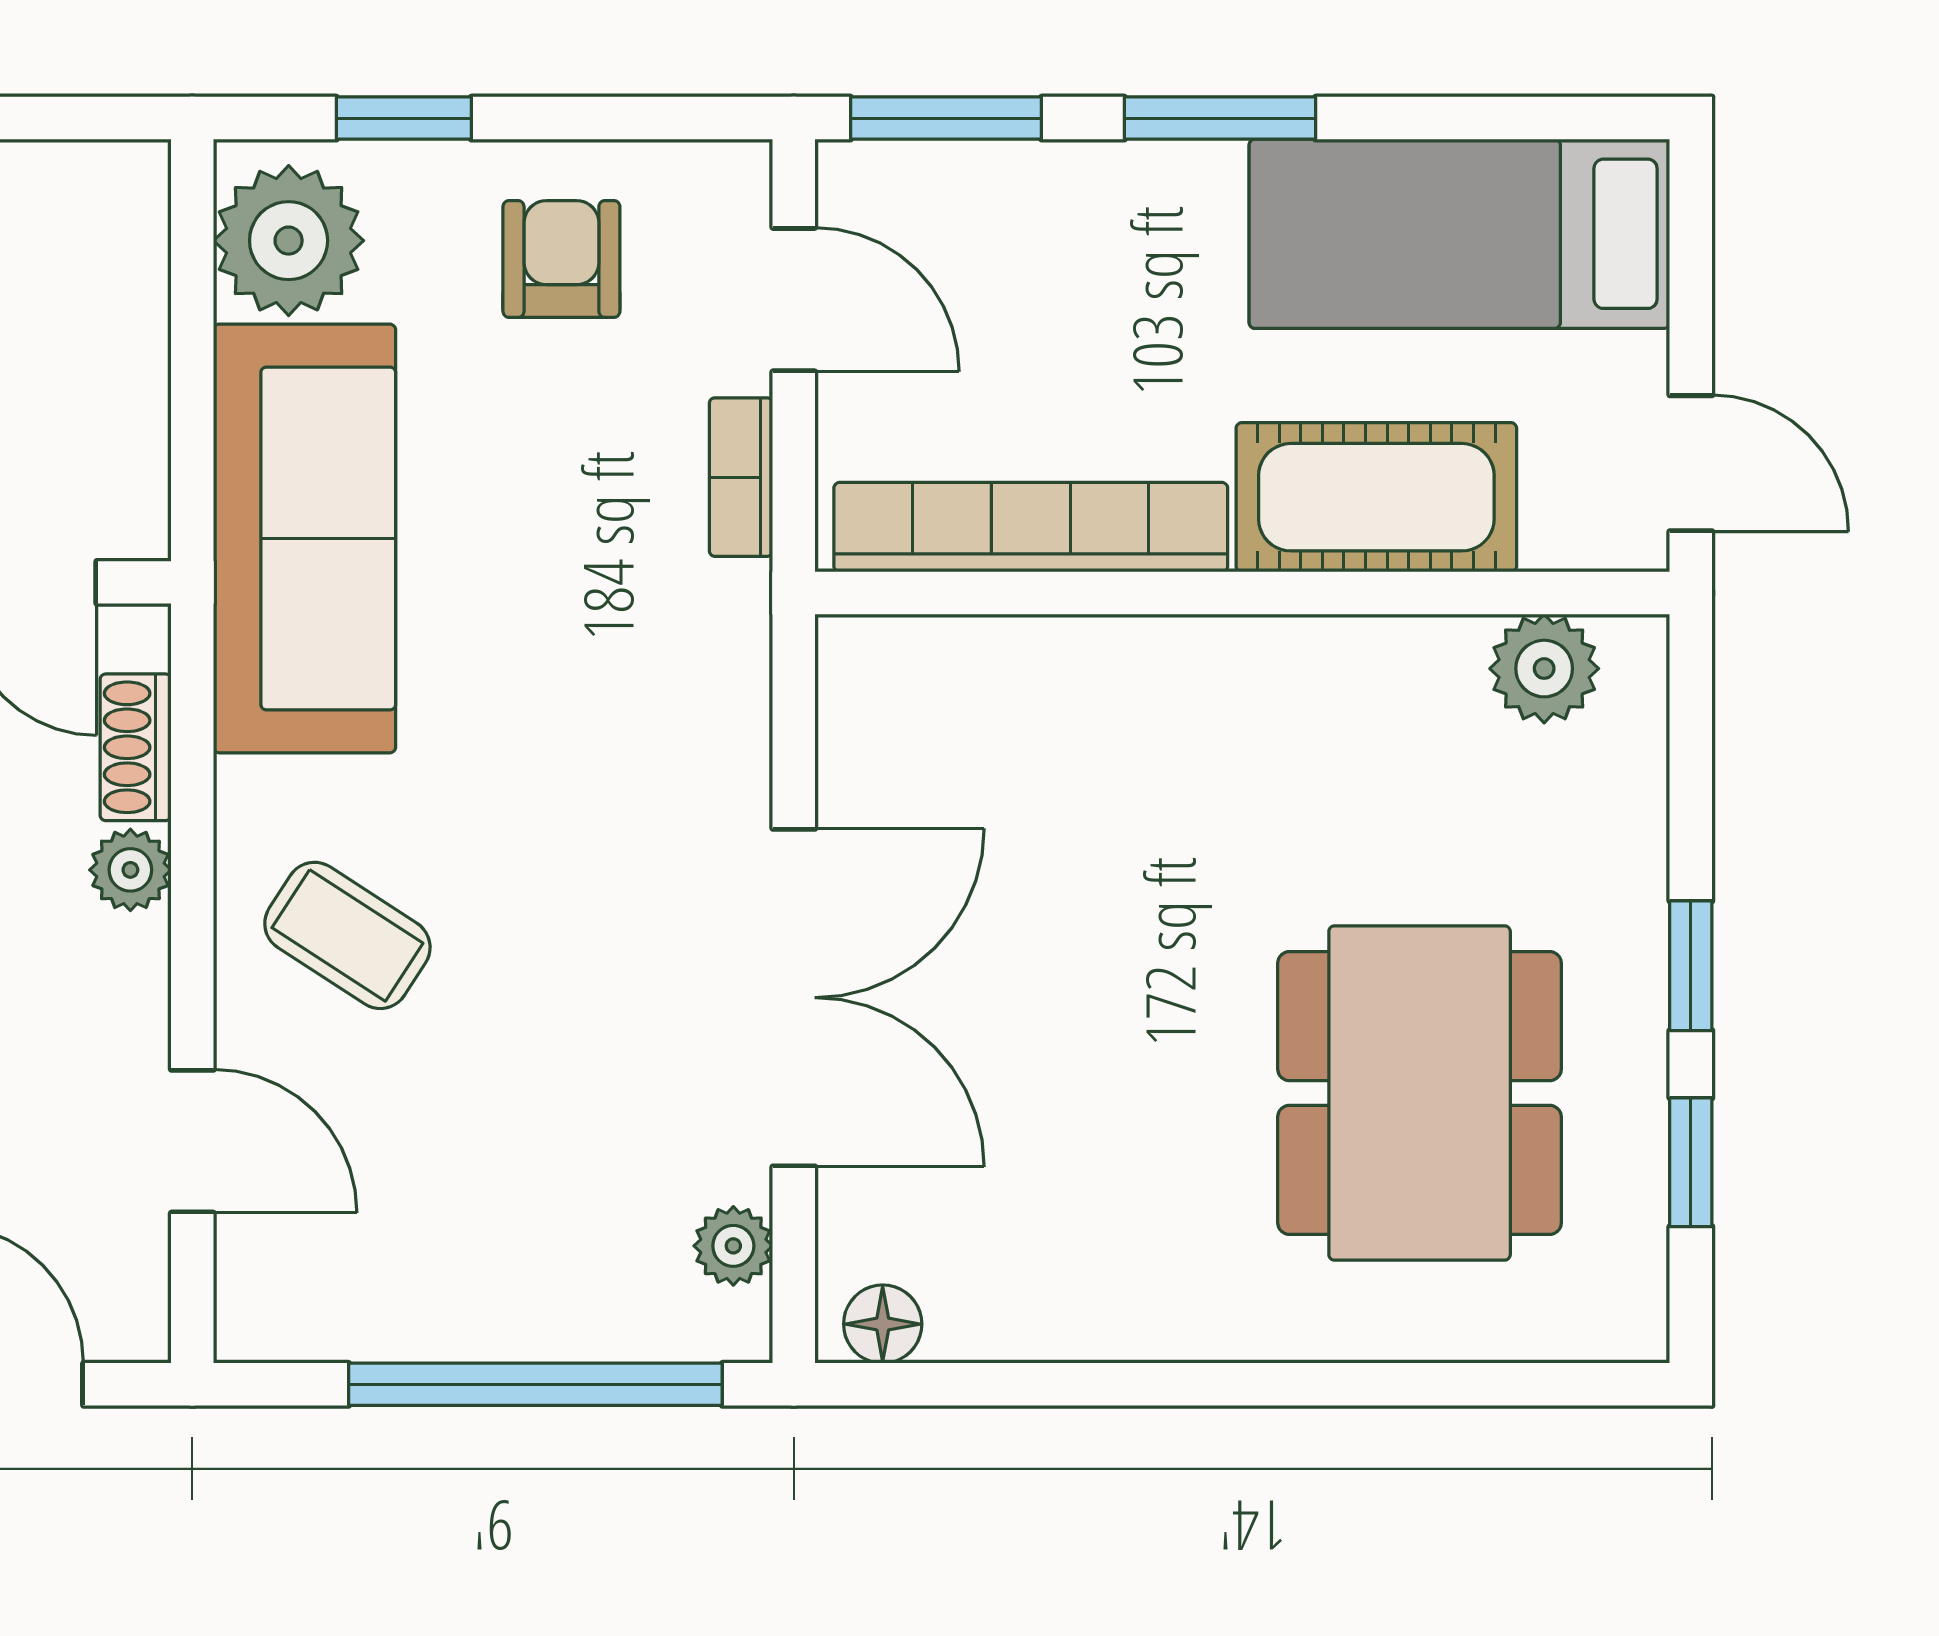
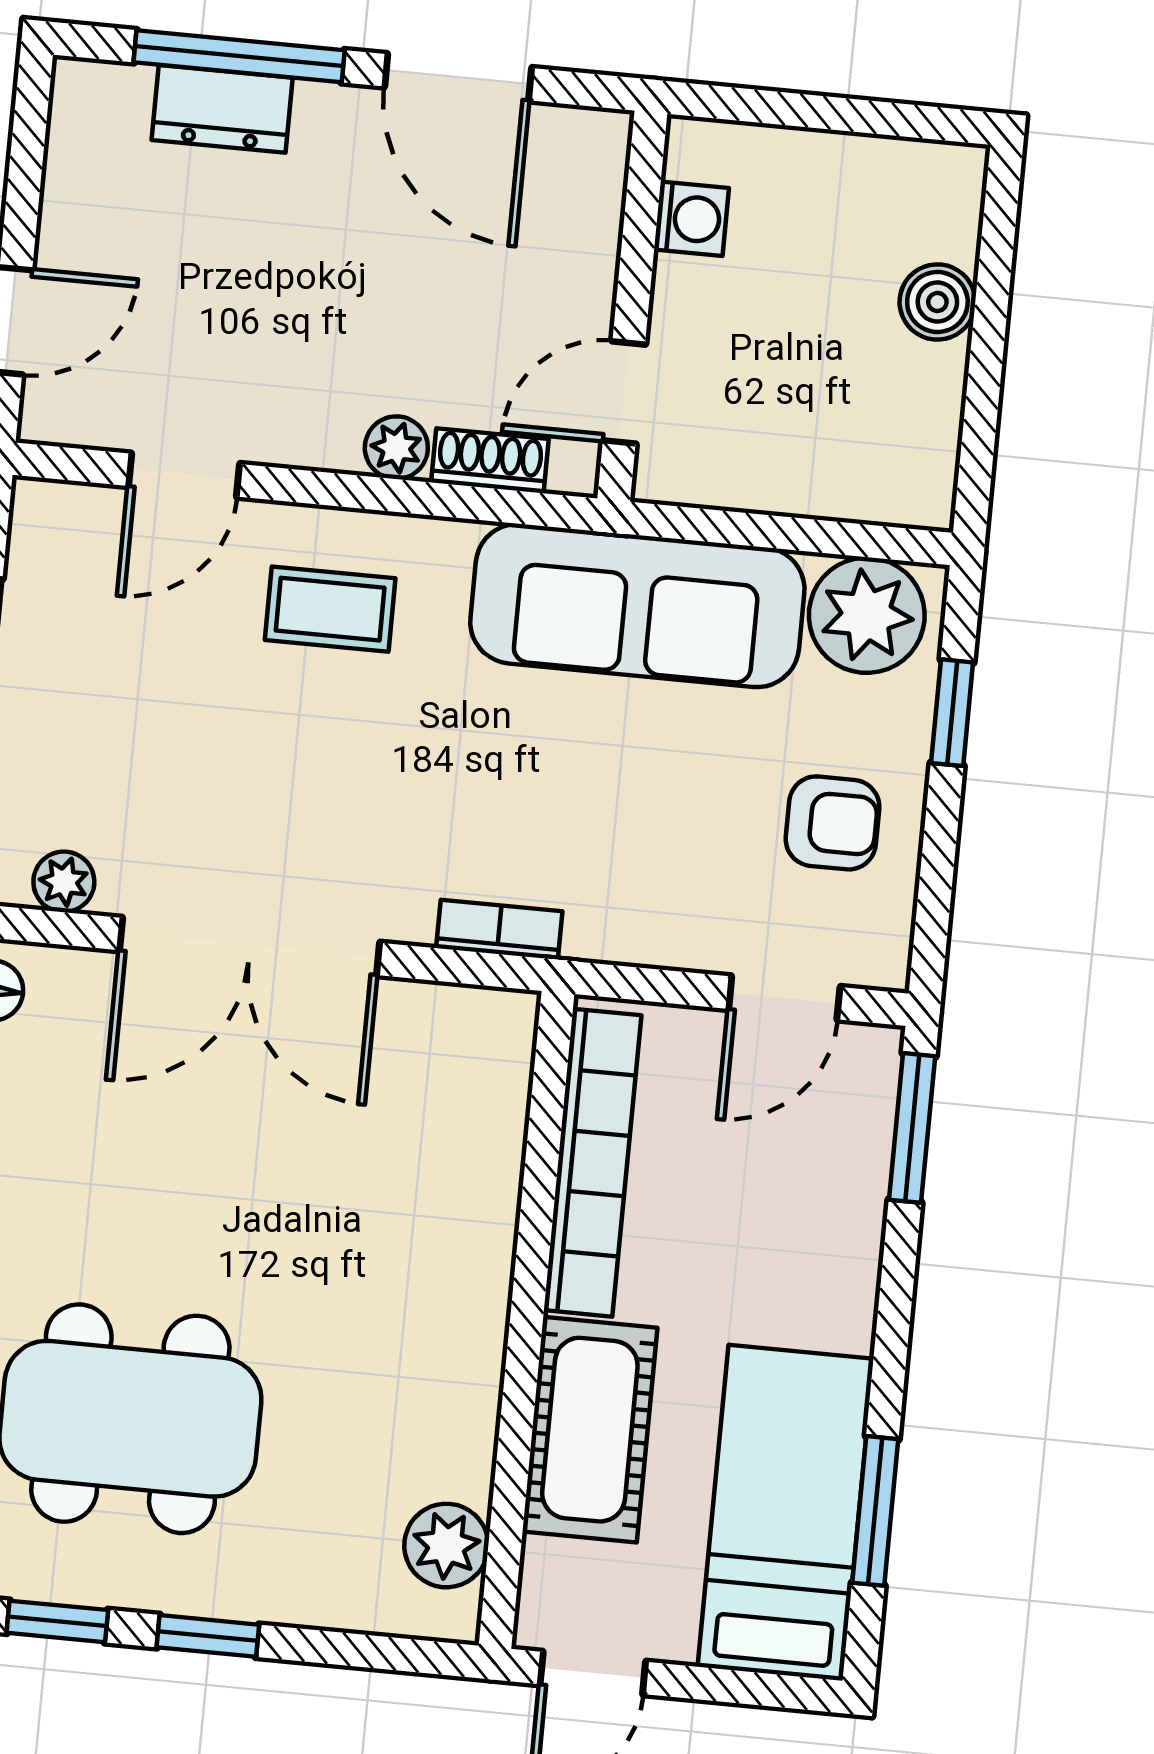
window: (1220, 118) -> (875, 1511), moved
bookcase: (741, 477) -> (499, 930), moved
coffee table: (347, 935) -> (330, 609), turned 57

